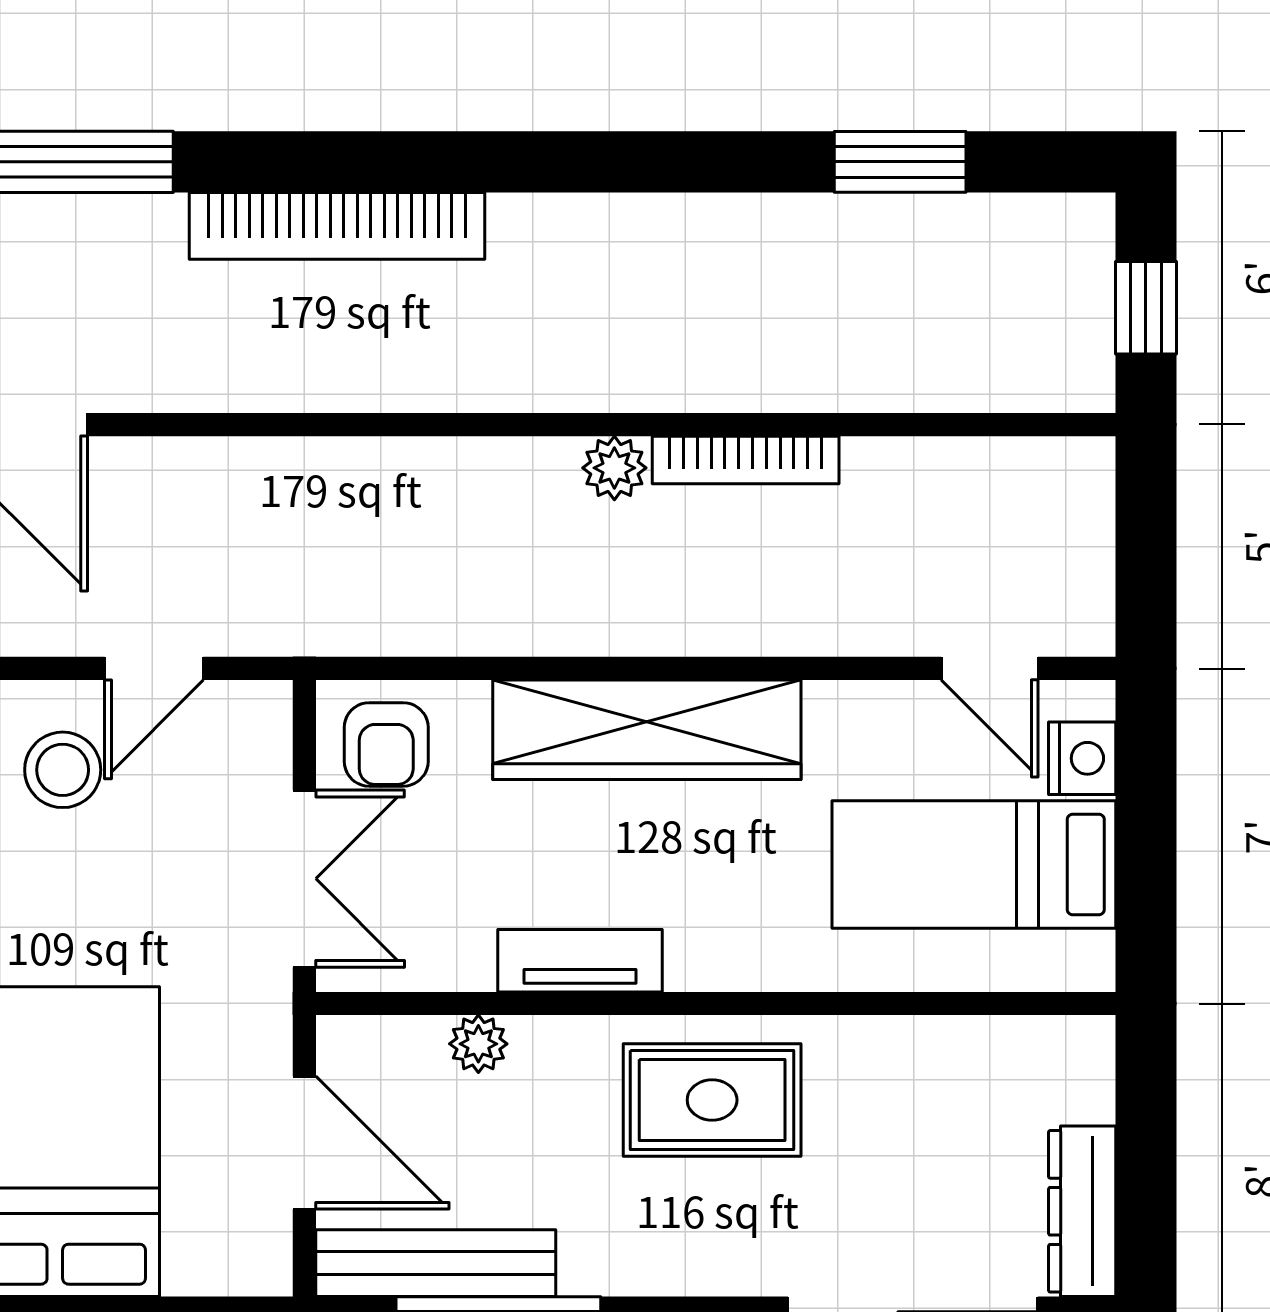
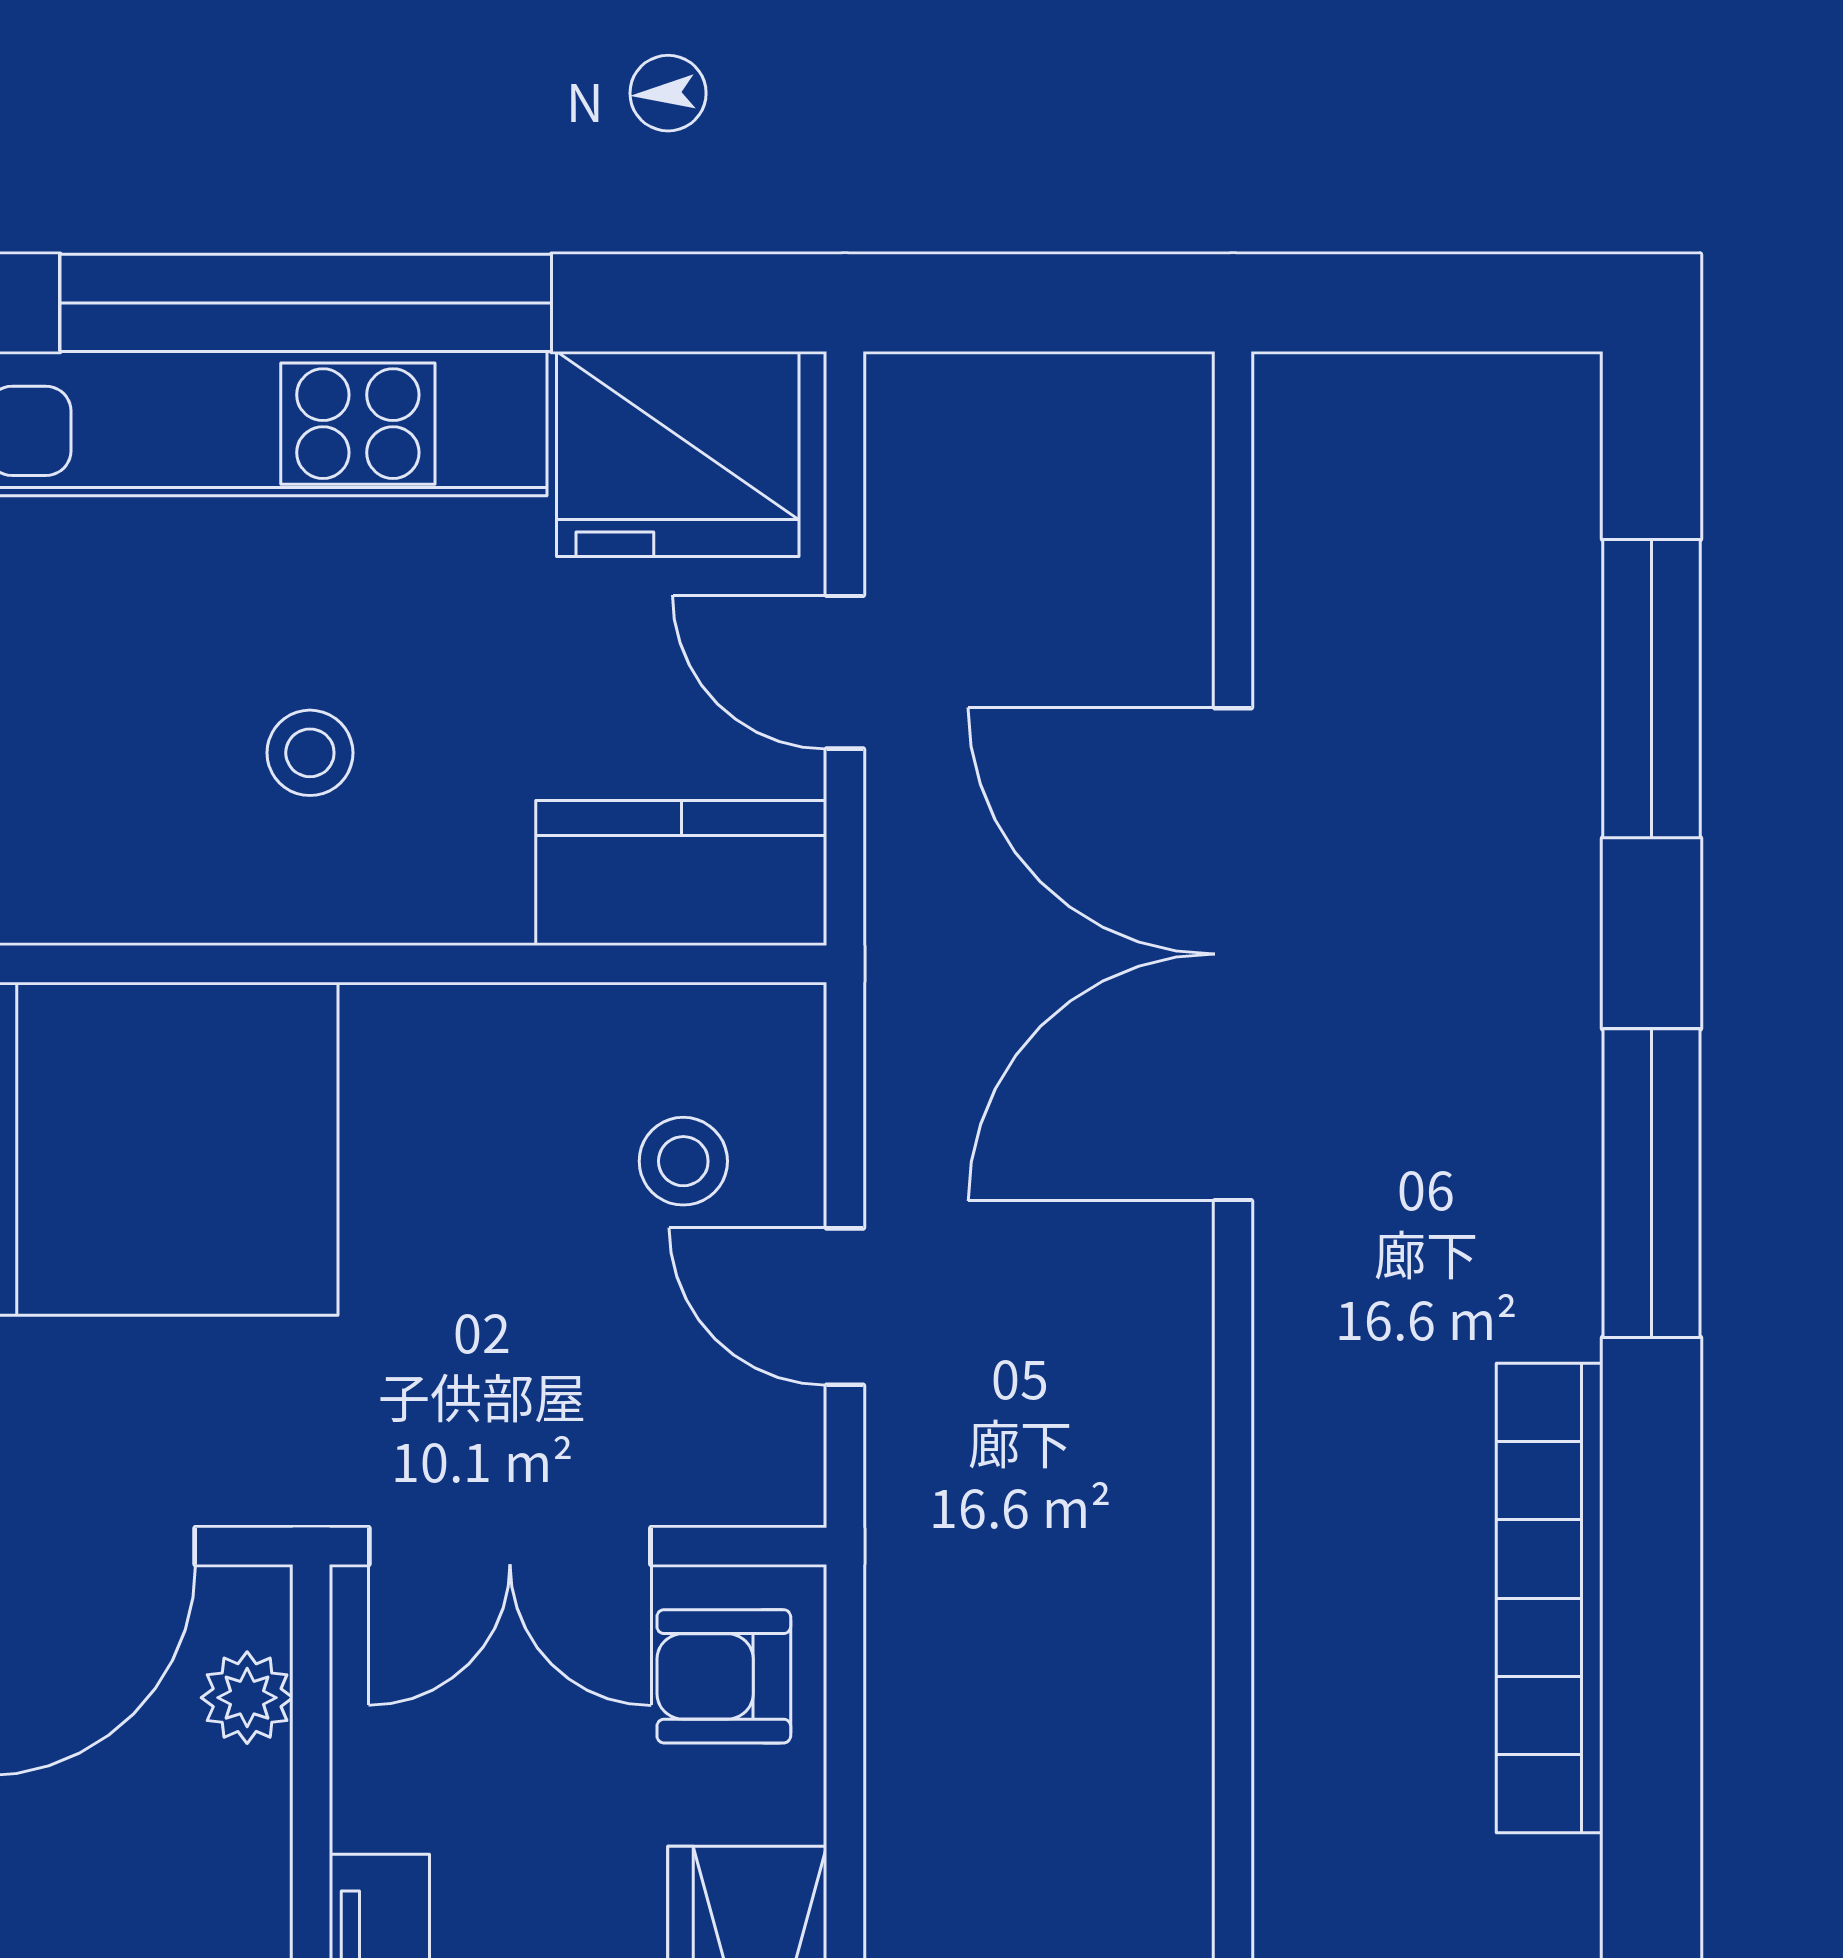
stool: (63, 770) -> (683, 1161), width x0.73, depth x0.73
plant: (478, 1044) -> (247, 1698), moved

